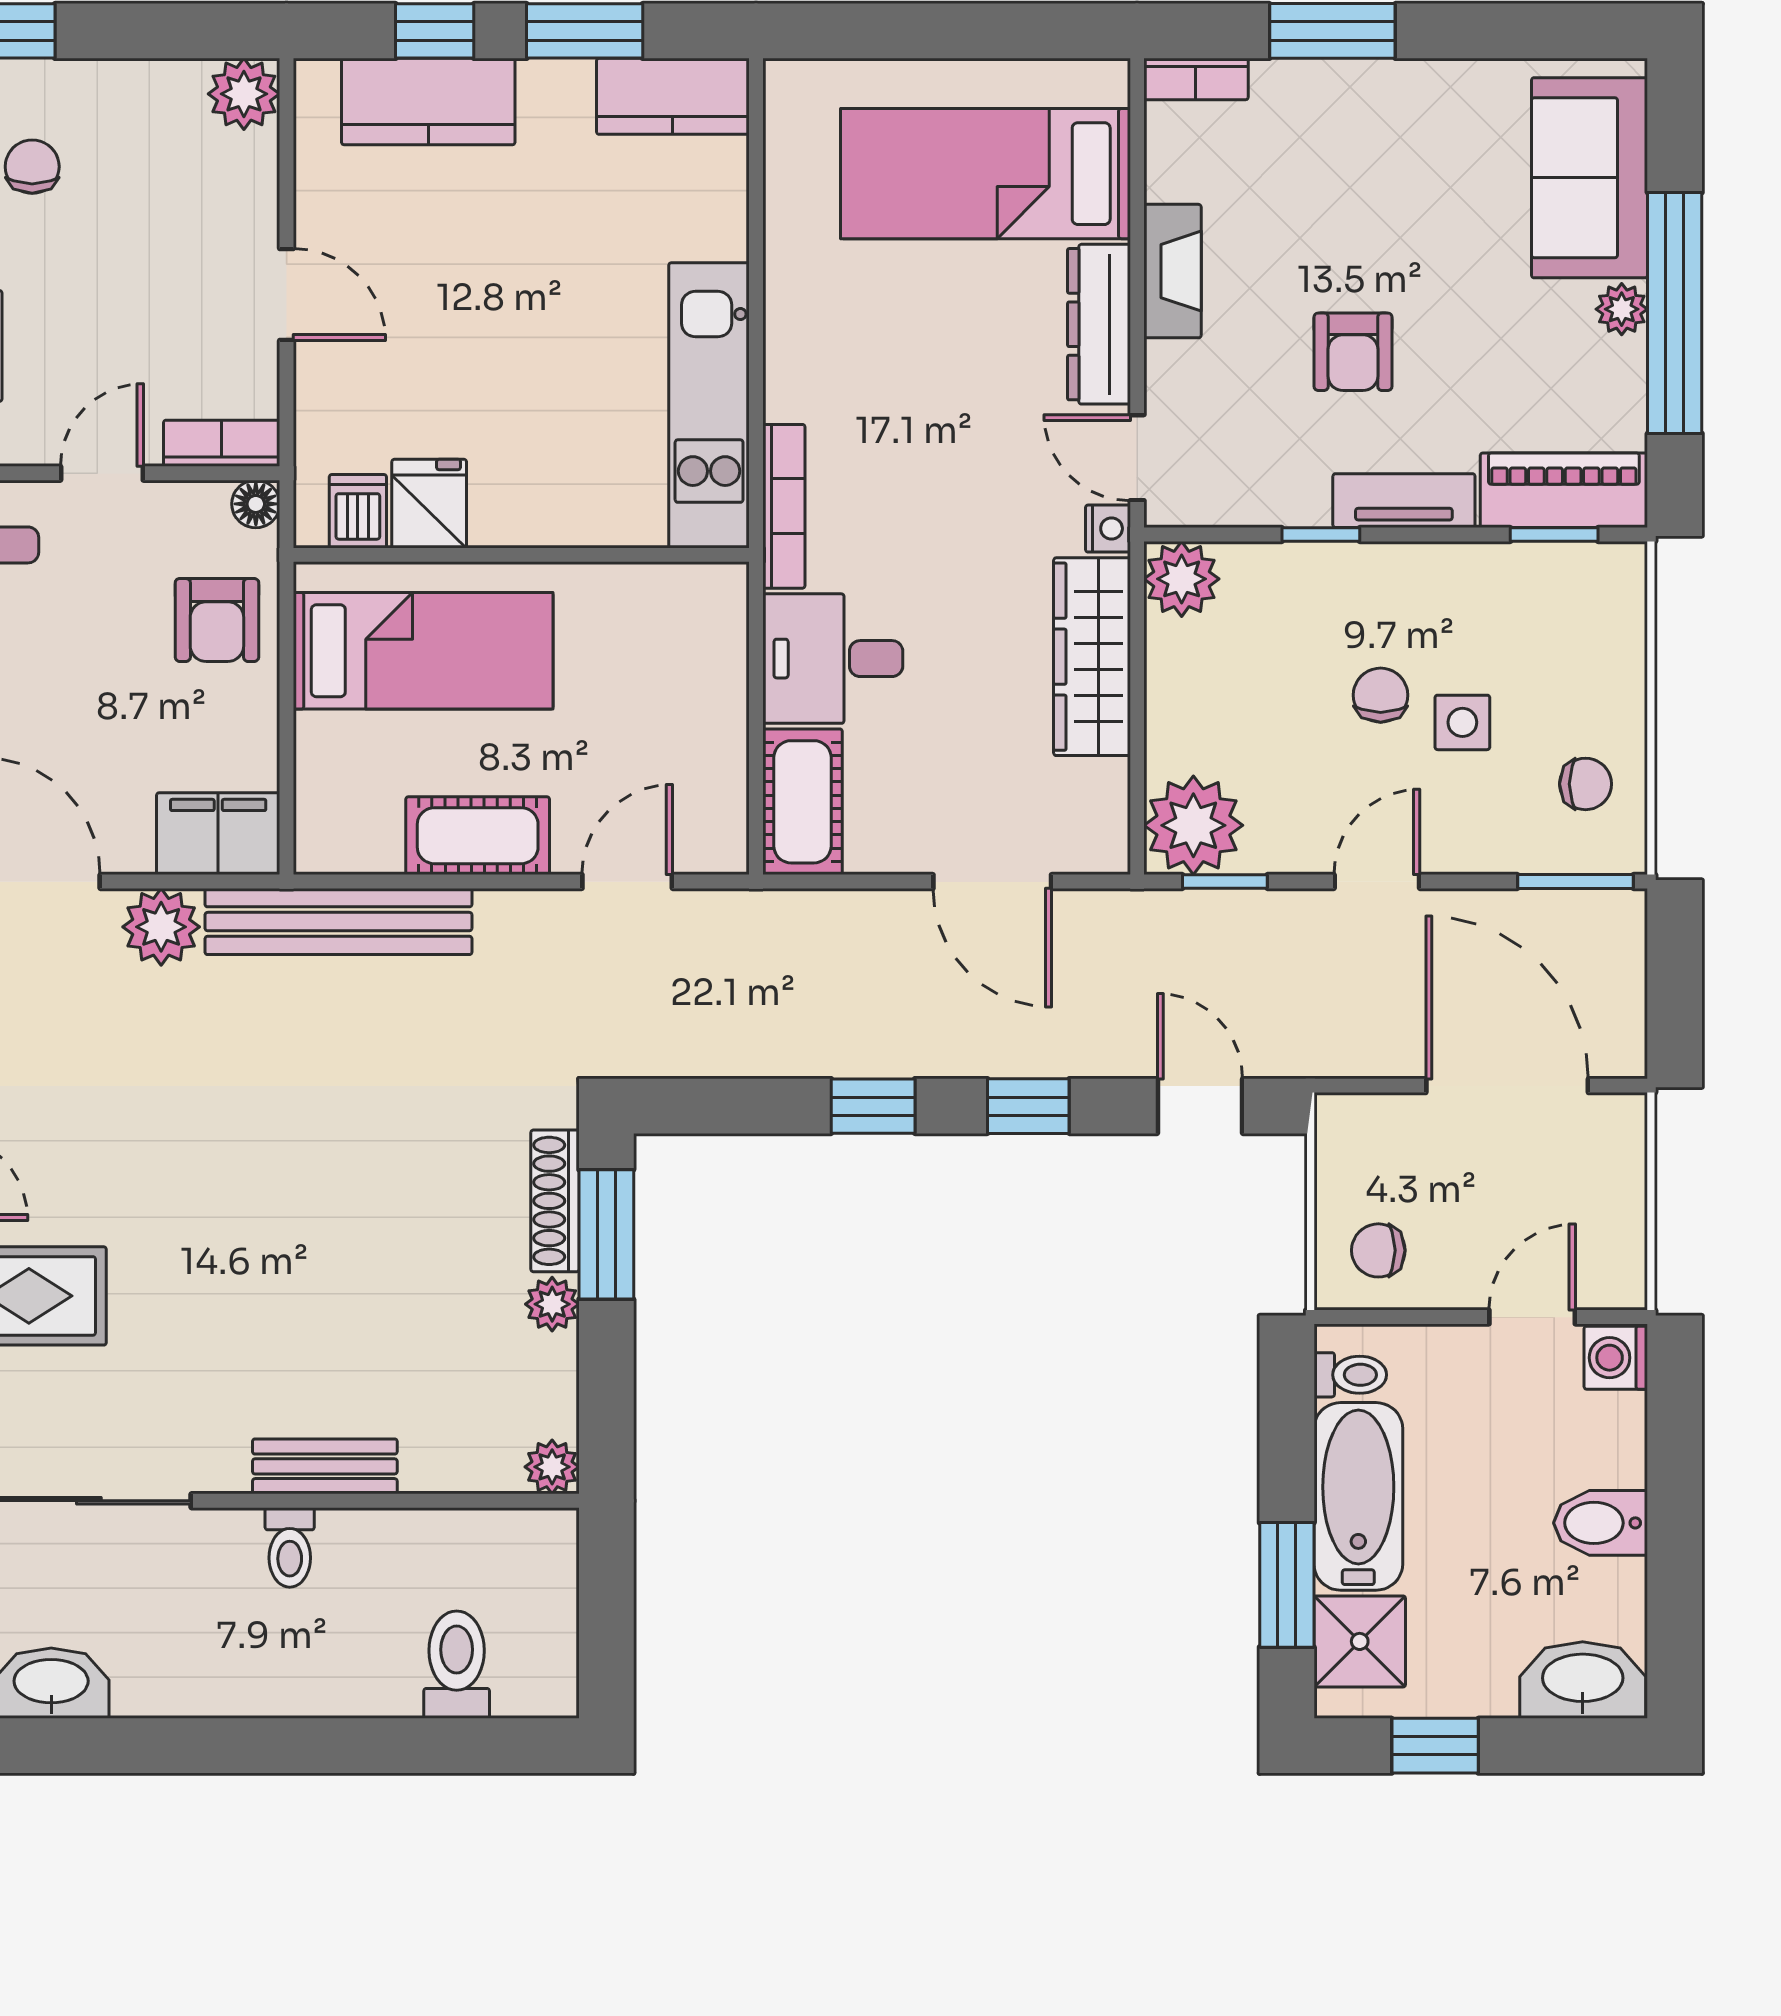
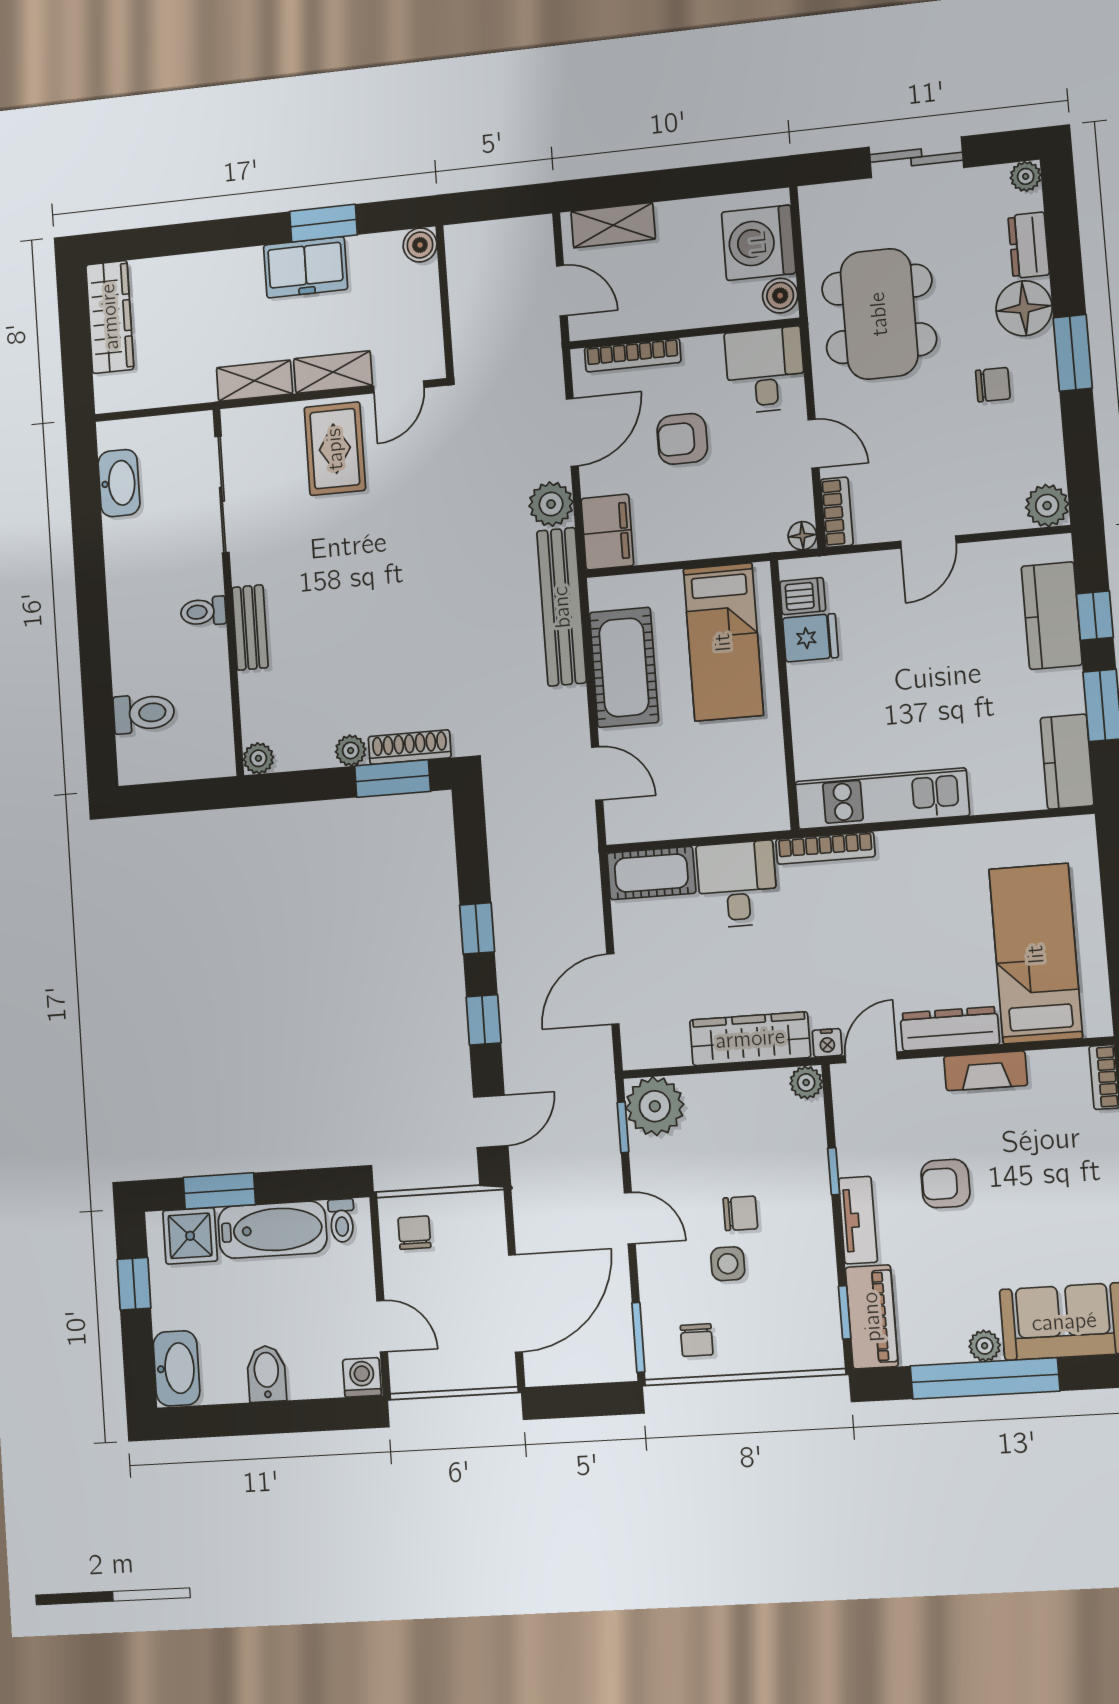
plant: (1182, 579) -> (806, 1083), width x0.73, depth x0.73
armchair: (217, 620) -> (682, 439), moved
cot: (478, 836) -> (624, 667), width x1.37, depth x1.34

